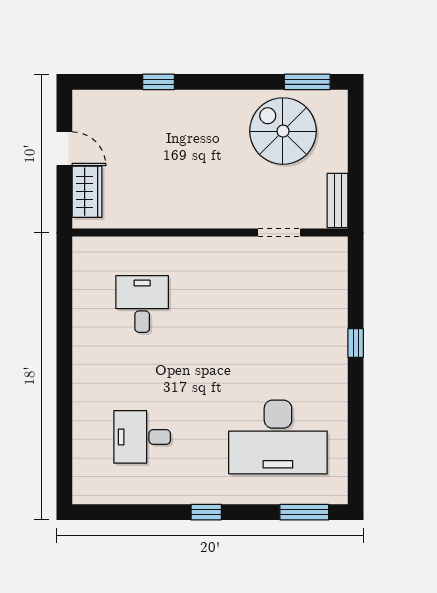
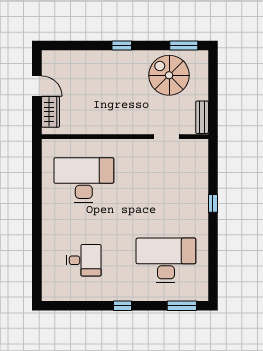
window: (158, 82) -> (122, 45), moved
desk: (142, 304) -> (84, 180), width x1.87, depth x1.30
desk: (142, 437) -> (84, 260), turned 180
desk: (278, 437) -> (166, 260), turned 180

